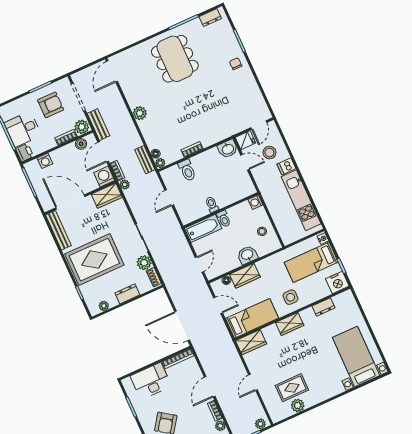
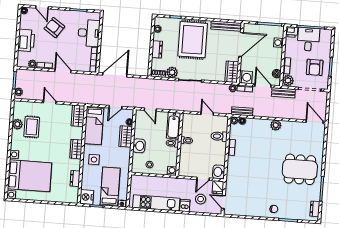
bed with nightstands: (356, 357) -> (30, 176), width x1.36

